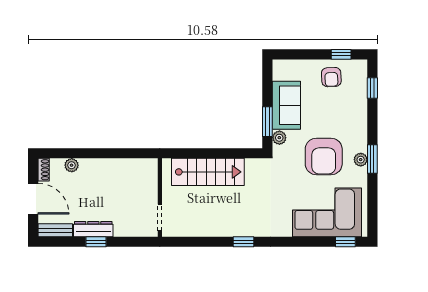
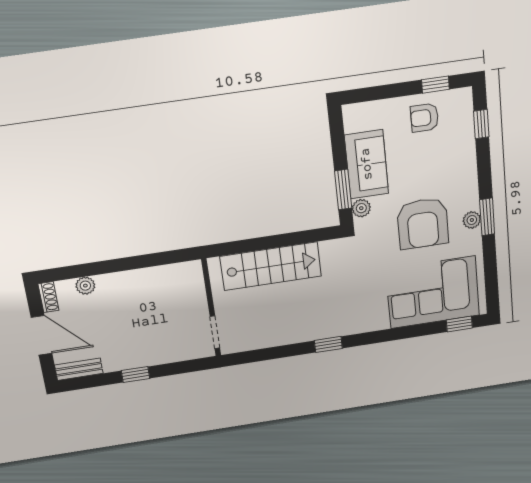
armchair: (331, 77) -> (424, 118), turned 93
dresser: (93, 229) -> (129, 360), removed

